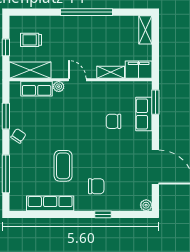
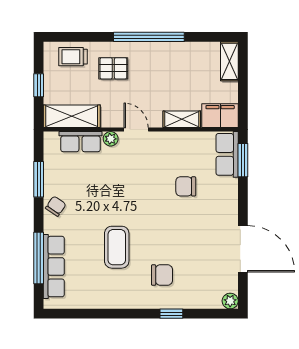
pallet: (61, 35) -> (113, 68), added
trolley: (31, 40) -> (73, 57), moved
row of seats: (144, 114) -> (227, 154), moved
row of seats: (50, 203) -> (54, 267), moved, turned 90

